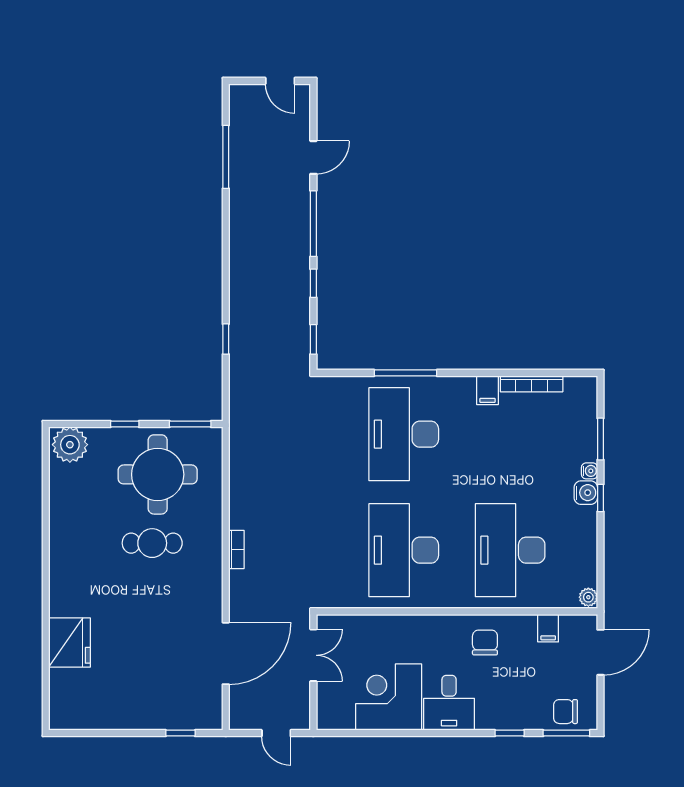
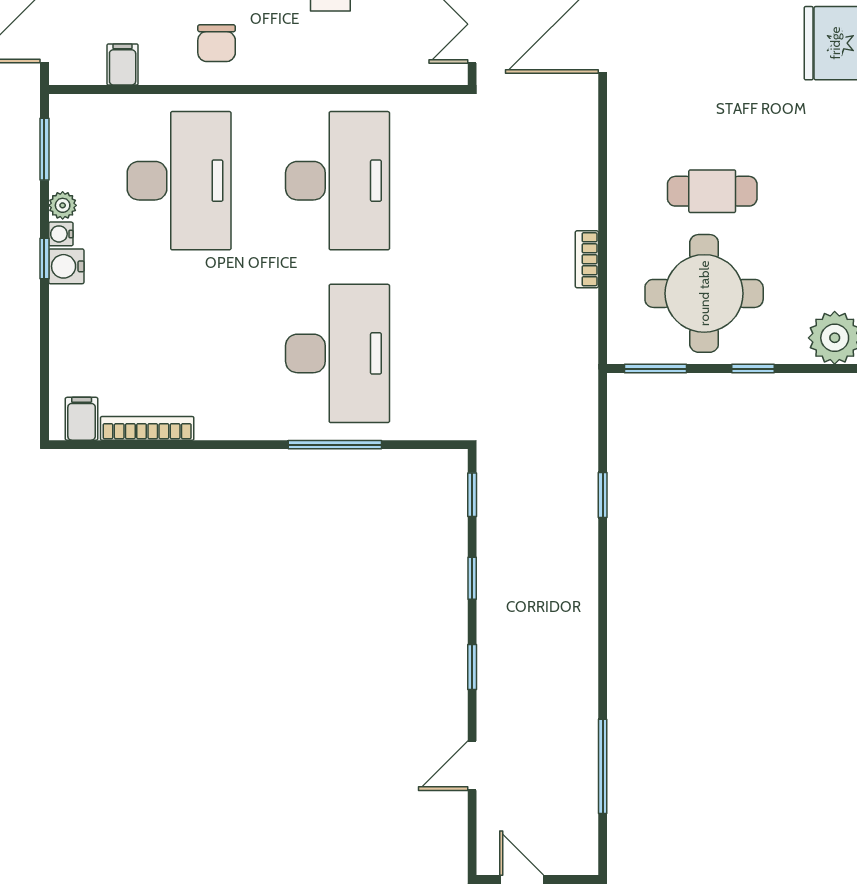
window: (313, 224) -> (472, 667), width x0.46
filing cabinet: (488, 390) -> (82, 419), moved
window: (600, 439) -> (44, 149), moved
water cooler: (590, 471) -> (61, 234), moved
bookcase: (236, 549) -> (587, 259), moved
plant: (588, 597) -> (63, 205), moved

